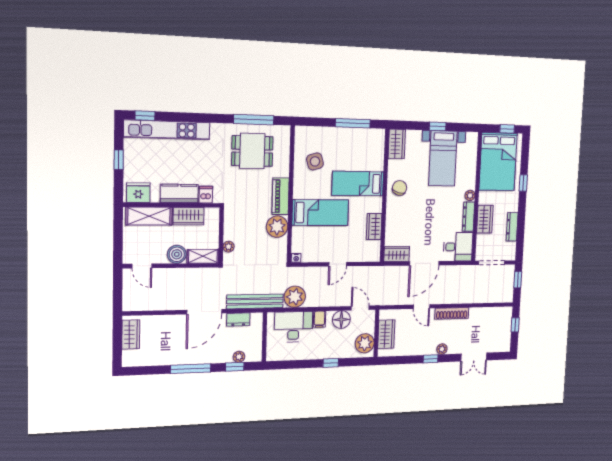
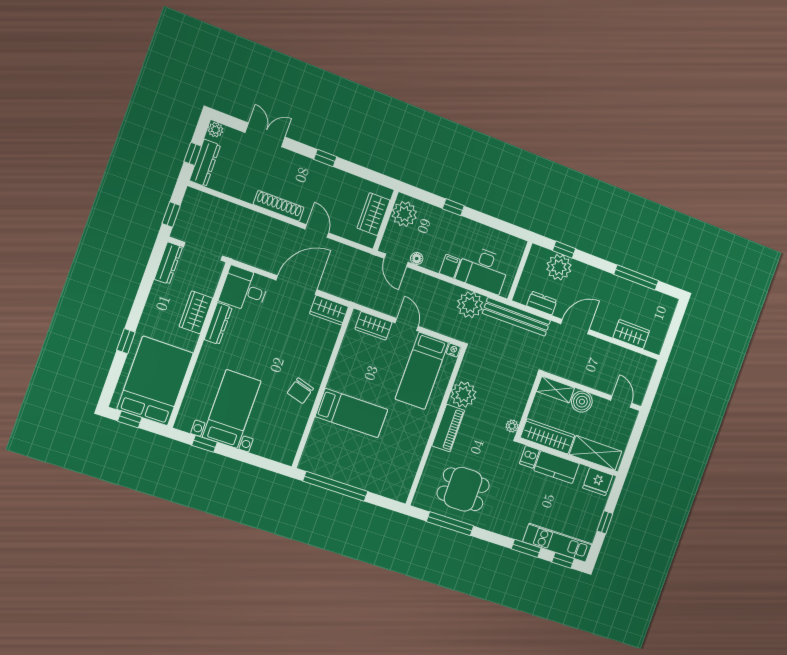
window: (182, 117) -> (526, 548), added
window: (353, 123) -> (335, 486), width x1.46
window: (438, 126) -> (205, 444), moved
kitchen unit: (167, 130) -> (558, 543), width x0.73
wardrobe: (397, 144) -> (288, 445), removed
side table: (315, 161) -> (395, 455), removed
plant: (470, 195) -> (208, 350), removed
bed: (320, 213) -> (422, 371), moved, turned -90
wardrobe: (189, 216) -> (548, 436), width x1.50
wardrobe: (374, 226) -> (373, 326), moved, turned 90
dresser: (512, 227) -> (168, 263), moved
plant: (229, 247) -> (512, 426), moved
door: (338, 264) -> (407, 325), hinge flipped
door: (204, 312) -> (575, 327), width x0.73
floor lamp: (341, 320) -> (417, 259), width x0.53, depth x0.53
dresser: (506, 322) -> (205, 163), added
wardrobe: (131, 334) -> (631, 334), moved, turned 90
plant: (442, 349) -> (215, 130), moved
plant: (239, 357) -> (559, 267), width x1.88, depth x1.88
window: (191, 369) -> (636, 277), moved

